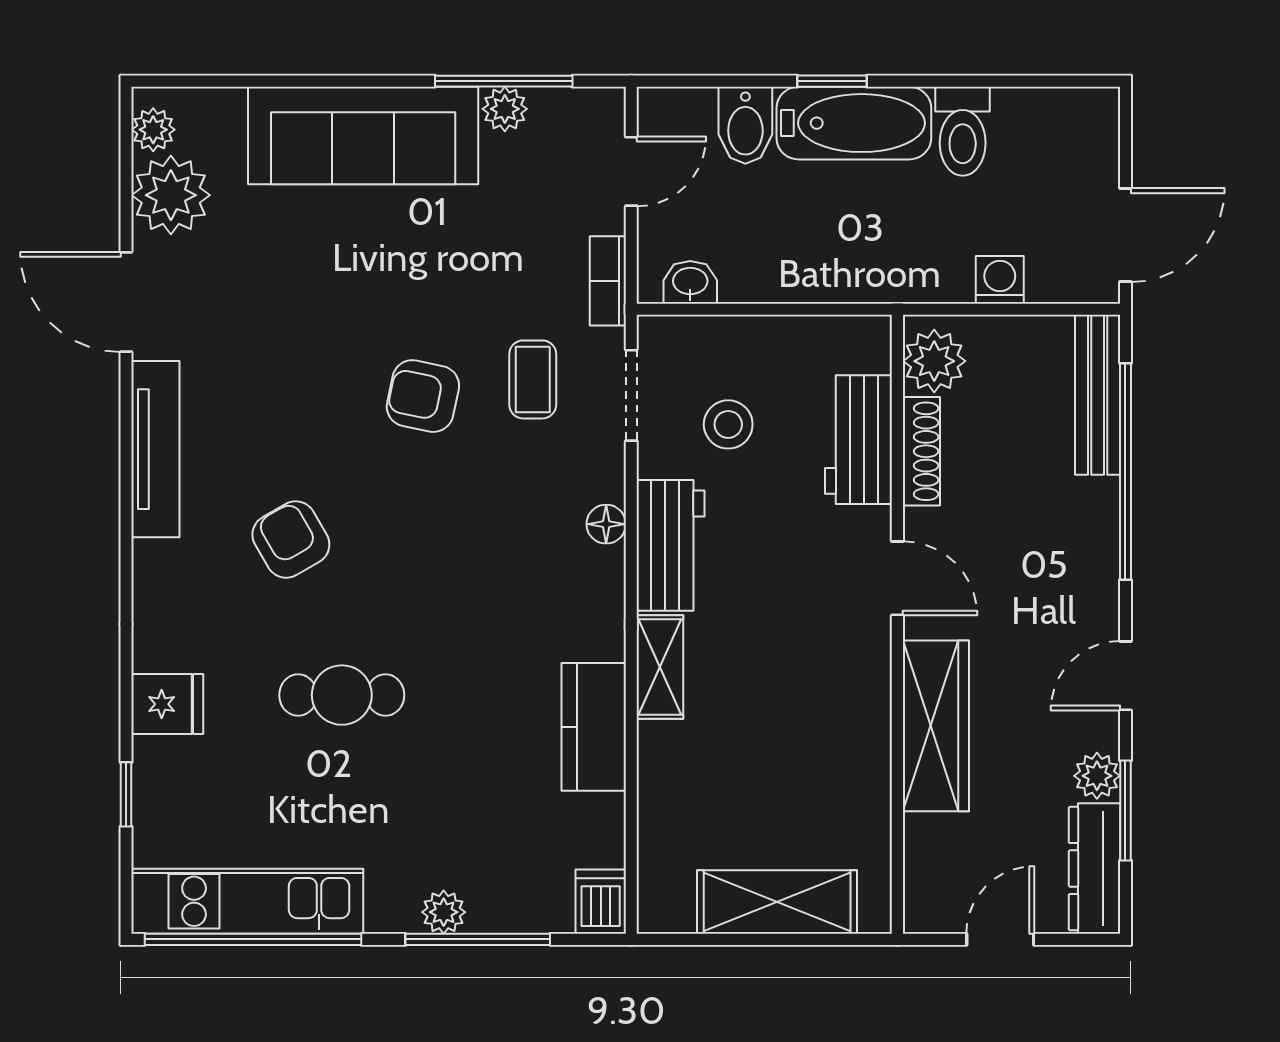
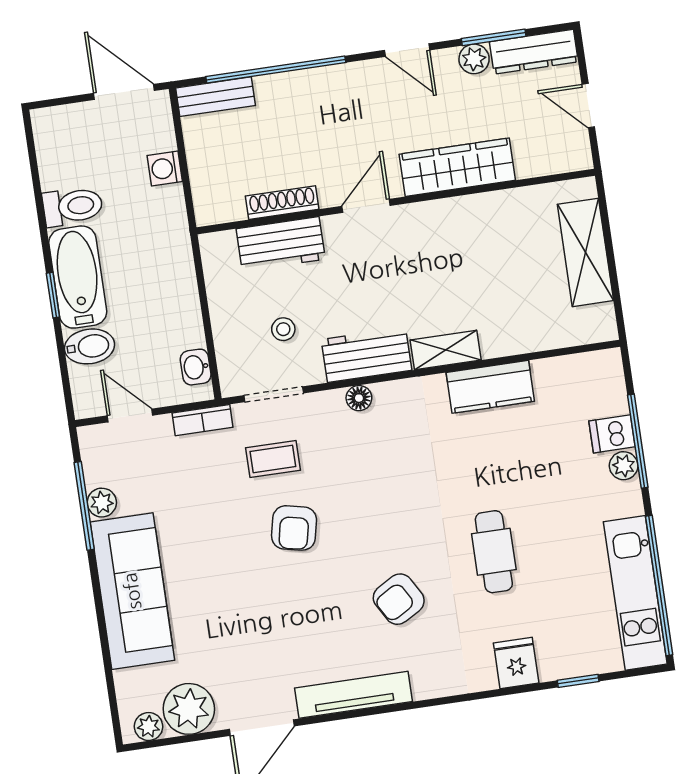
plant: (934, 361) -> (223, 203), removed
bench: (1098, 395) -> (215, 97), width x0.73
stool: (728, 424) -> (283, 329), width x0.73, depth x0.73
dishwasher: (601, 902) -> (612, 434), moved

